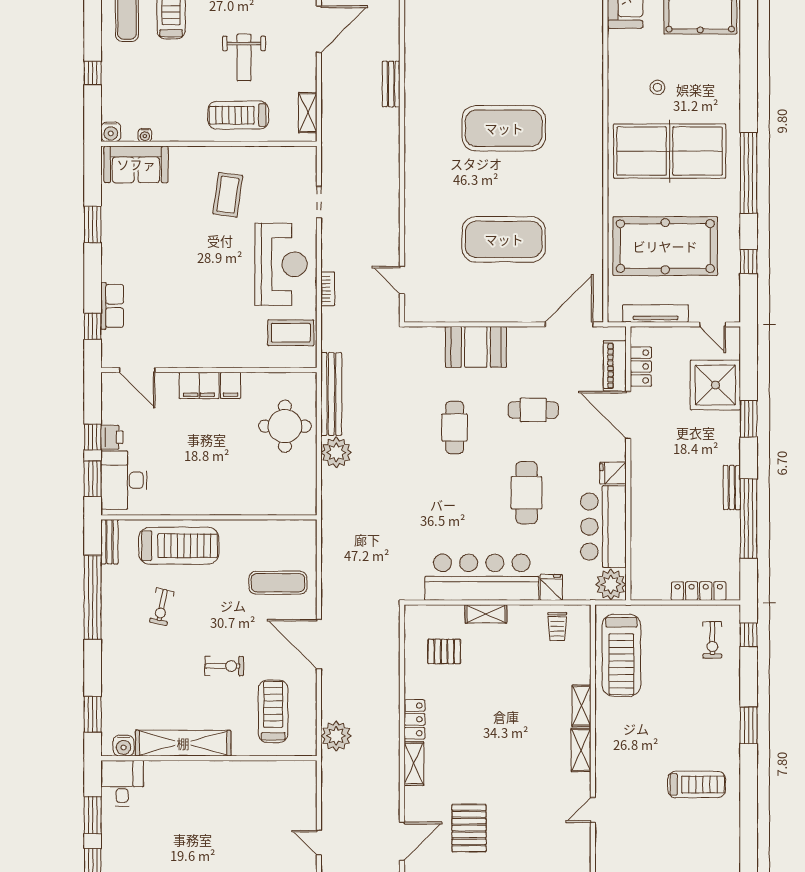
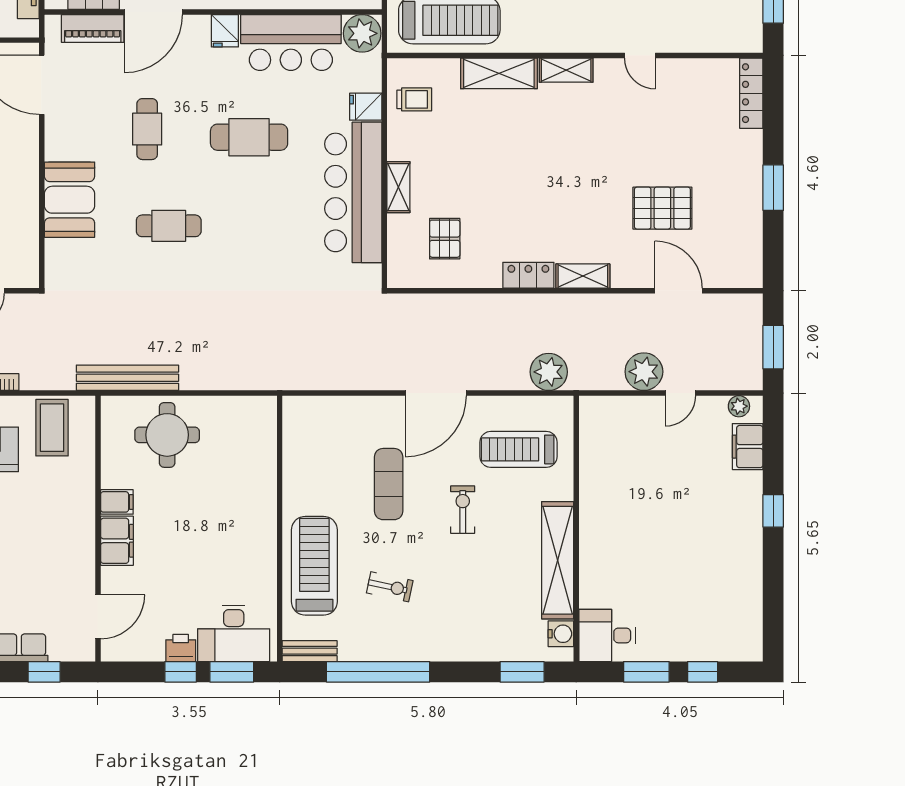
plant: (336, 452) -> (644, 372), moved
exercise mat: (278, 583) -> (389, 484), moved
shelving: (581, 706) -> (499, 73), width x1.50, depth x1.33

